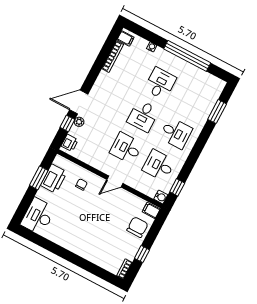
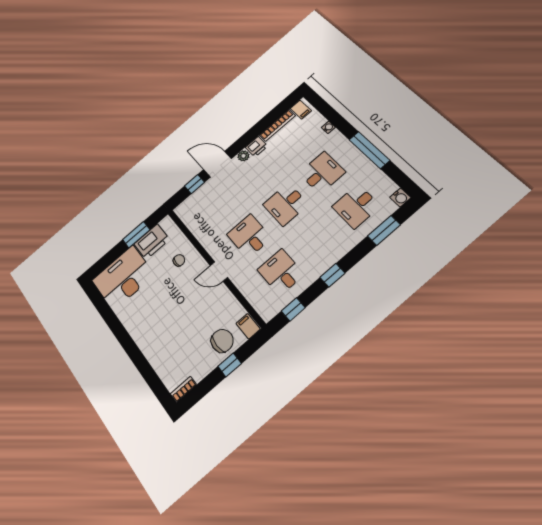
window: (187, 56) -> (369, 150), width x0.68
plant: (79, 122) -> (243, 156), moved
desk: (176, 133) -> (356, 206), moved, turned 90
printer: (70, 143) -> (257, 147), moved
window: (194, 155) -> (332, 275), added
water cooler: (161, 197) -> (400, 197), moved
desk: (38, 216) -> (123, 278), width x1.36, depth x1.30
window: (142, 254) -> (230, 365), moved

